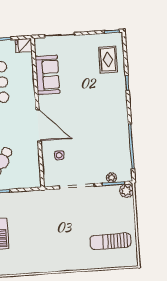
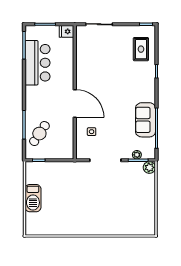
sofa: (47, 75) -> (146, 120), moved, turned 180
sun lounger: (110, 241) -> (132, 212), removed

